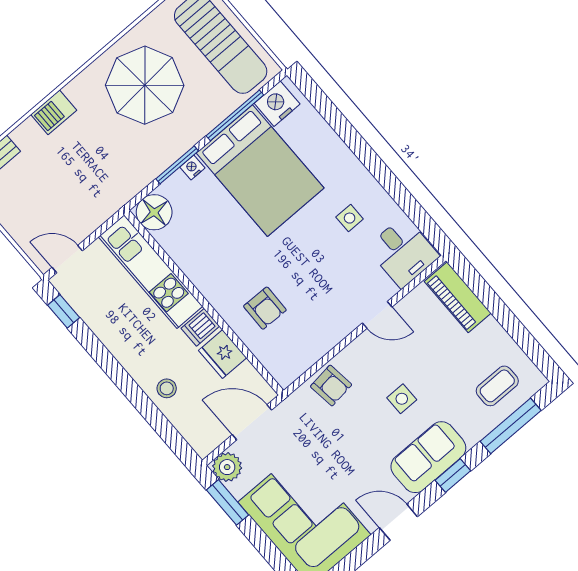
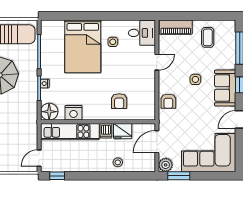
nightstand: (277, 104) -> (73, 113), moved, turned -90
bed: (260, 171) -> (83, 46), moved, turned 90
armchair: (265, 308) -> (119, 101), turned 89
armchair: (331, 386) -> (168, 101), turned 97
coffee table: (497, 386) -> (208, 37), moved

